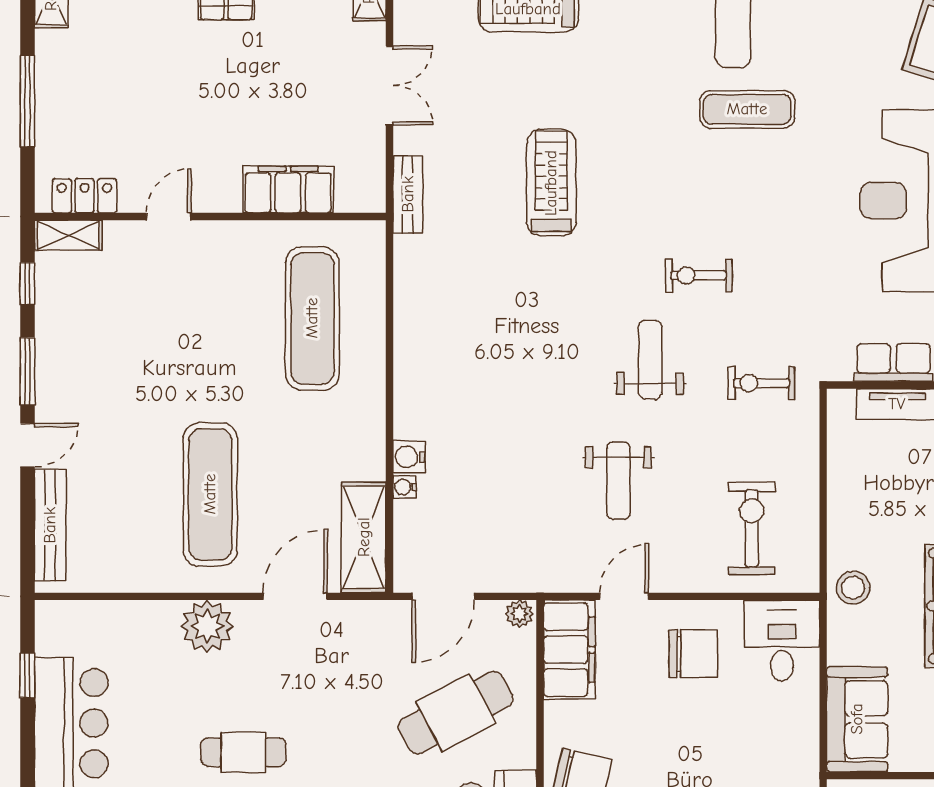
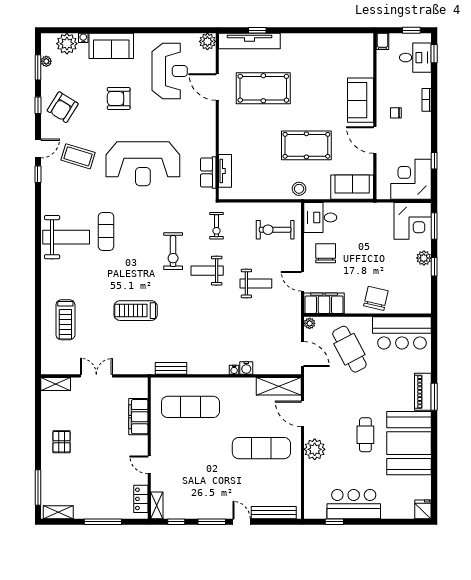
bench: (408, 194) -> (171, 368), moved
exercise bike: (699, 275) -> (173, 251), width x1.38, depth x1.39
water cooler: (404, 487) -> (234, 370), moved

